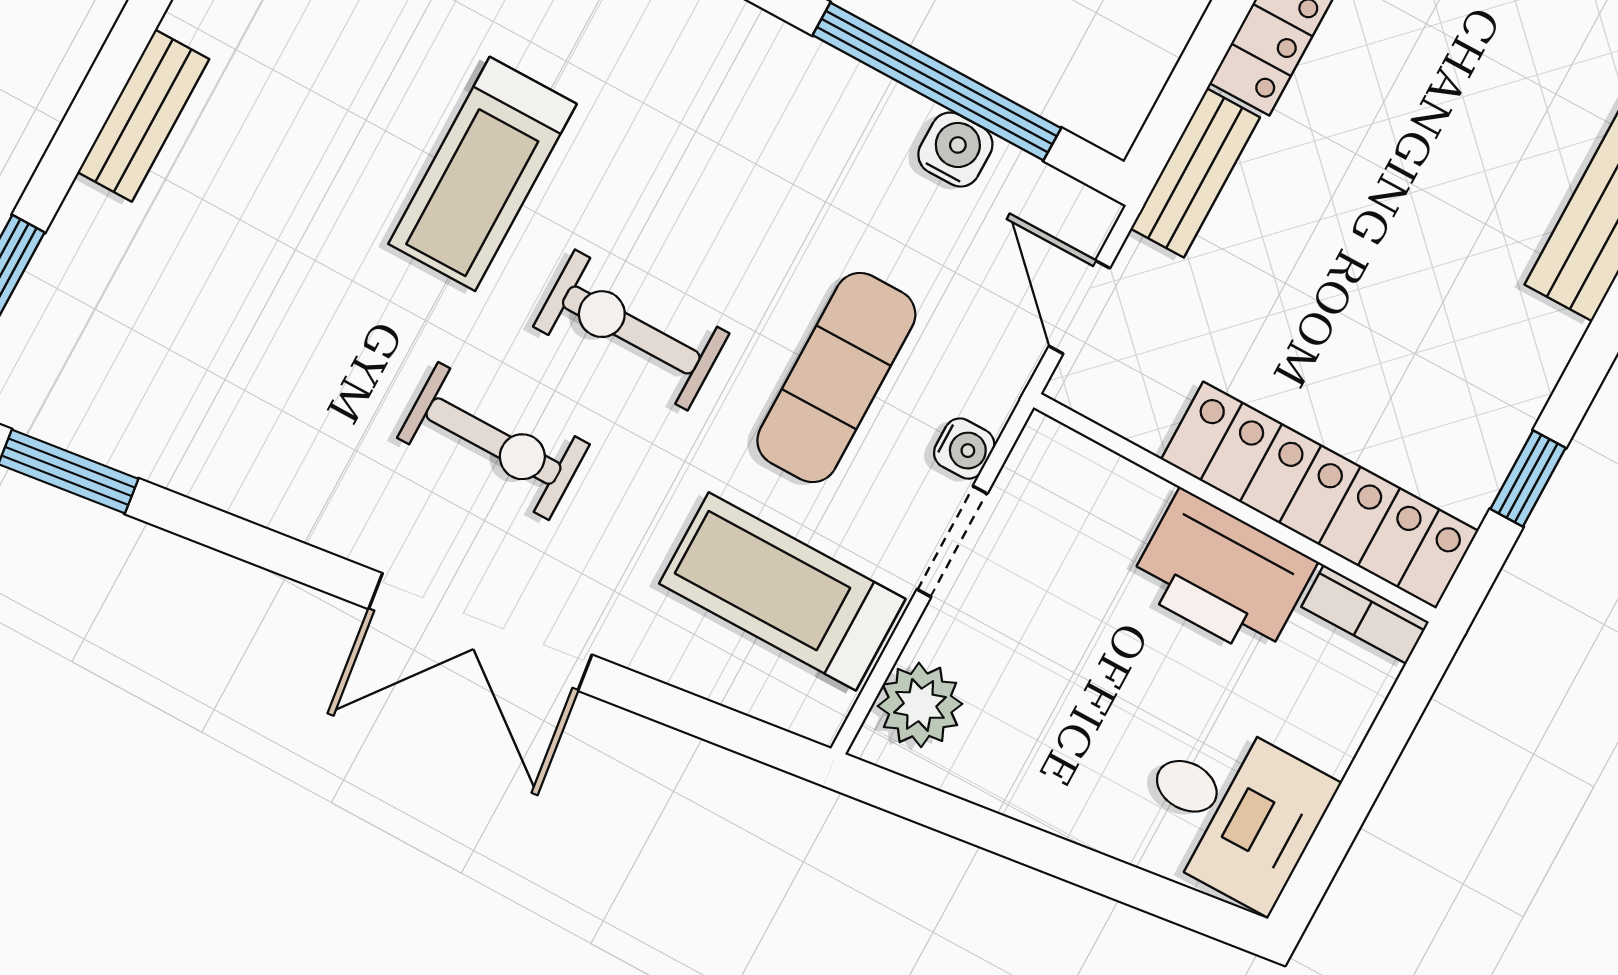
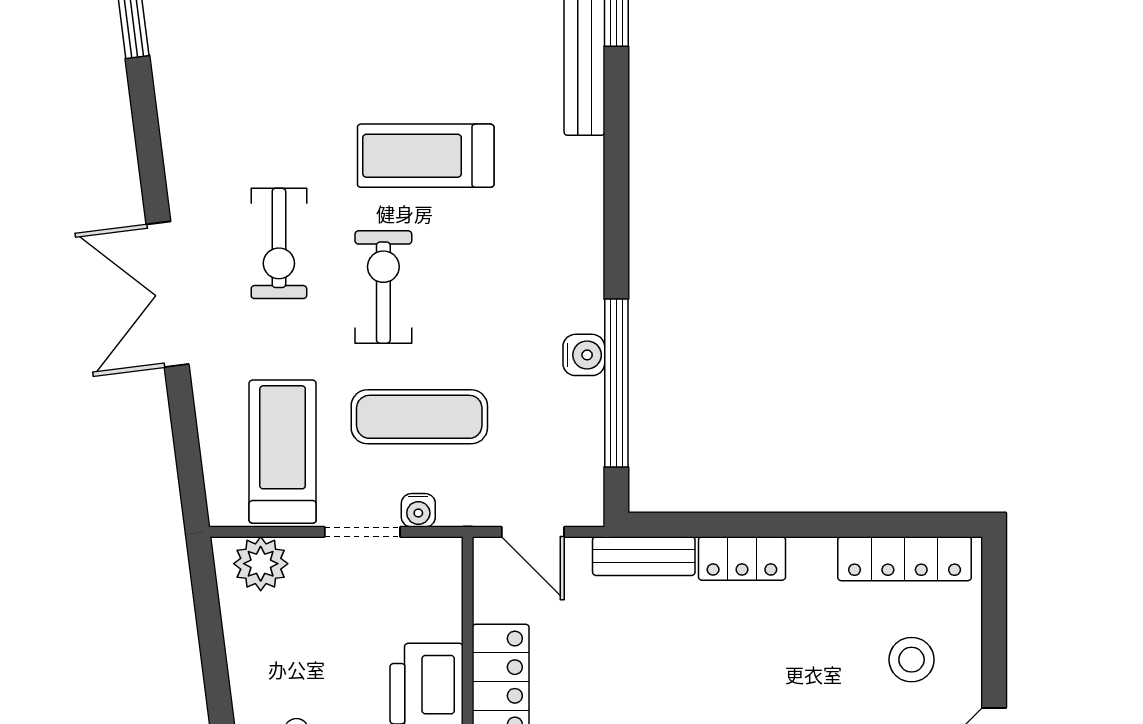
water cooler: (955, 150) -> (584, 355), moved
door: (1079, 307) -> (533, 532), swing flipped

